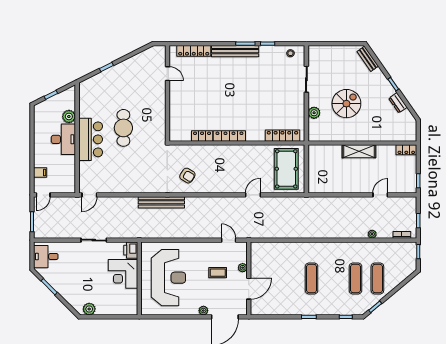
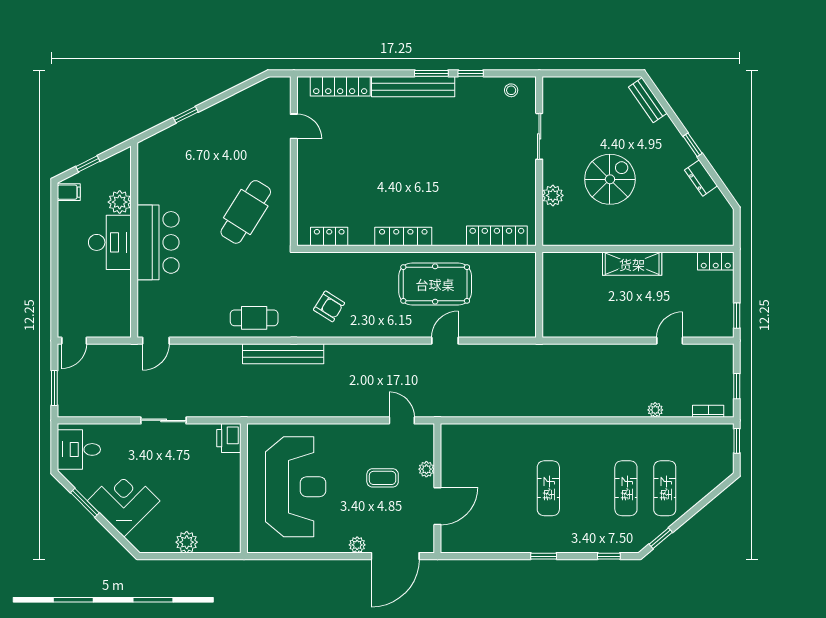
cafe table: (123, 128) -> (246, 212), moved, turned 32
locker: (202, 136) -> (329, 236), moved
pool table: (286, 169) -> (435, 284), moved, turned 90
filing cabinet: (40, 173) -> (69, 192), moved
cafe table: (145, 182) -> (254, 318), added
corner desk: (123, 274) -> (124, 501), moved, turned 135
plant: (89, 309) -> (187, 542), moved

